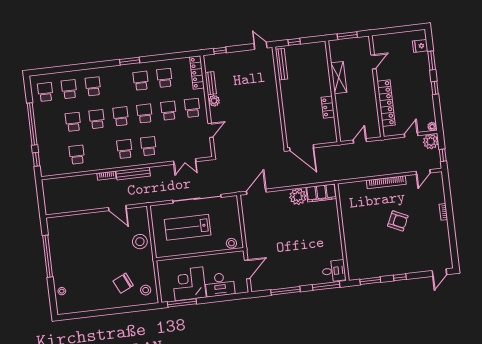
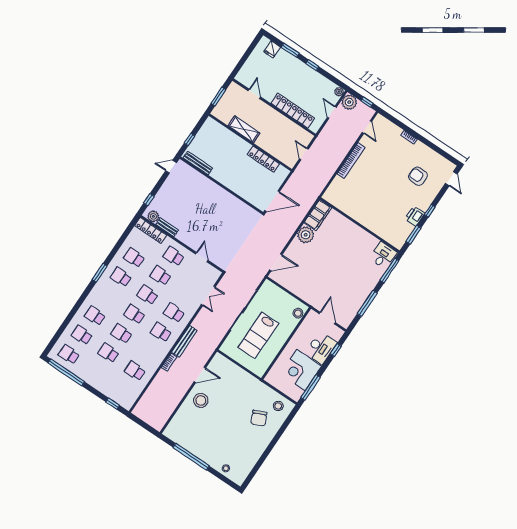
plant: (214, 101) -> (153, 216), moved
locker: (328, 107) -> (263, 159), width x1.53
window: (32, 124) -> (66, 372), moved
door: (256, 192) -> (276, 262), swing flipped
armchair: (398, 221) -> (418, 176), moved, turned -115
stool: (140, 242) -> (201, 400), moved
printer: (386, 269) -> (415, 216), added
window: (228, 297) -> (336, 350), added

